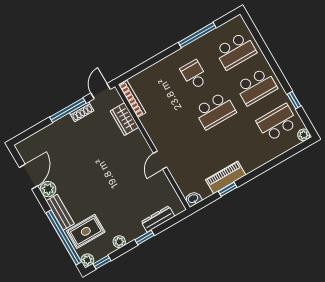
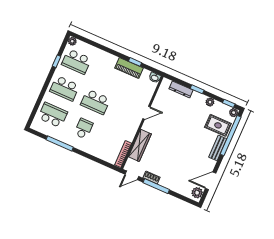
school desk: (194, 75) -> (84, 129), turned 180
school desk: (256, 87) -> (65, 88), turned 180
school desk: (215, 111) -> (95, 102), turned 180
wardrobe: (125, 119) -> (140, 145), width x1.50
plant: (48, 189) -> (197, 193), moved

